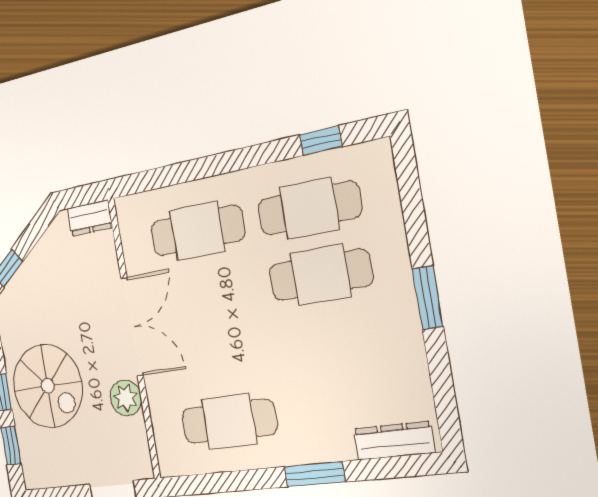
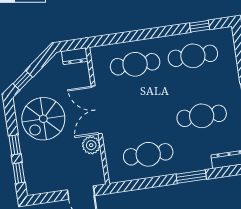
cafe table: (320, 275) -> (202, 116), moved
double door: (132, 327) -> (97, 110), swing flipped
spiral stairs: (48, 386) -> (43, 119), moved, turned 90

